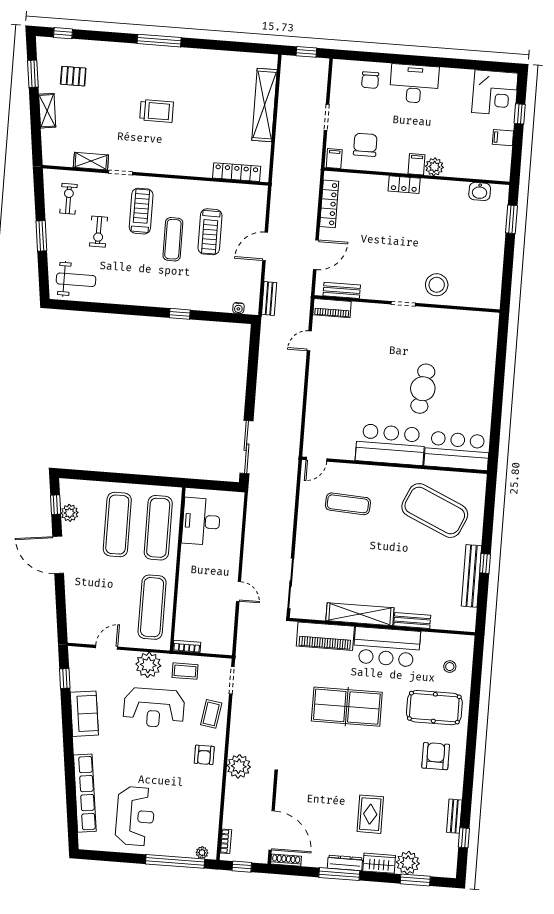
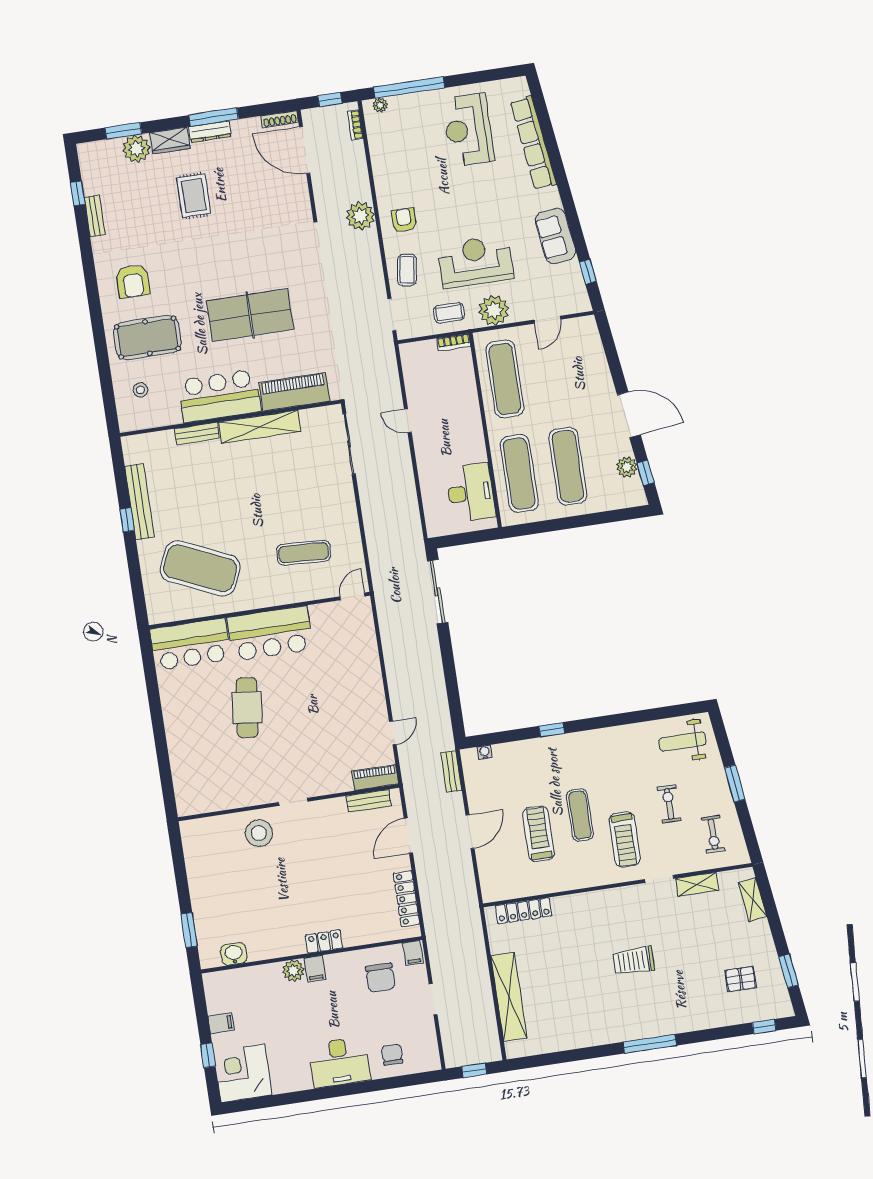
shelving: (47, 111) -> (752, 900), moved

